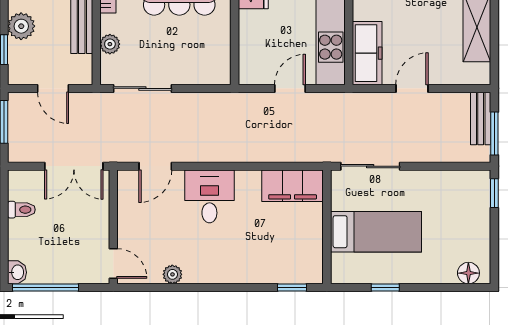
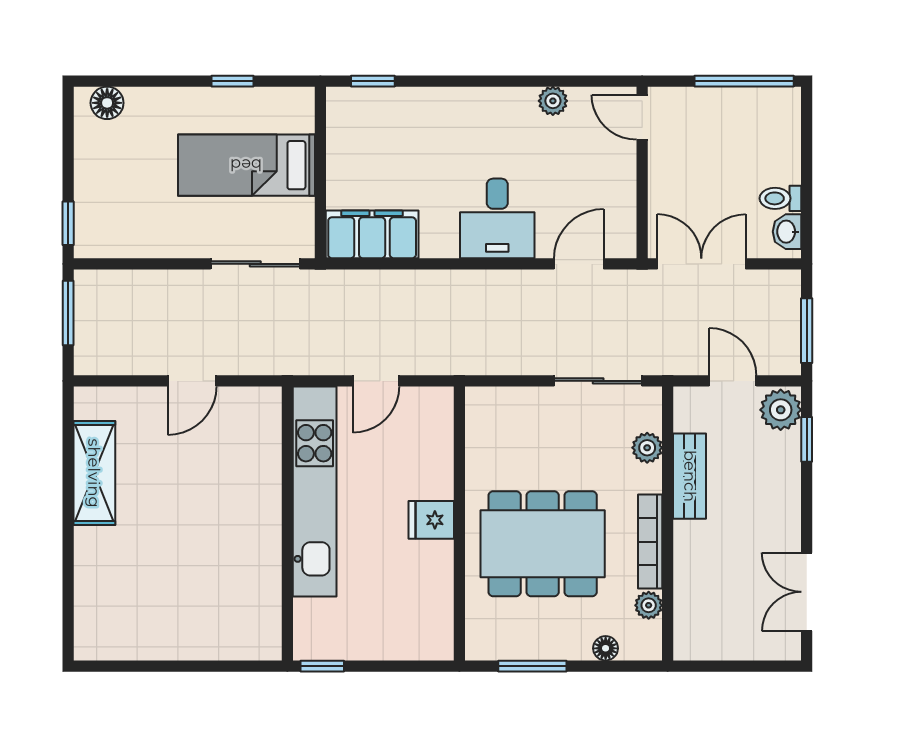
plant: (21, 26) -> (781, 410), moved
freezer: (367, 53) -> (260, 434), removed
bench: (481, 118) -> (89, 336), removed
washbasin: (17, 272) -> (787, 232), moved

